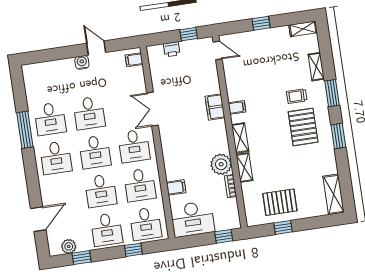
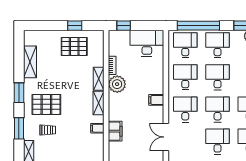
double door: (152, 109) -> (166, 137), swing flipped
pallet: (303, 127) -> (46, 104), turned 90
filing cabinet: (176, 187) -> (156, 100), moved
shelving: (333, 194) -> (30, 62), moved
window: (133, 250) -> (198, 26), width x3.17

